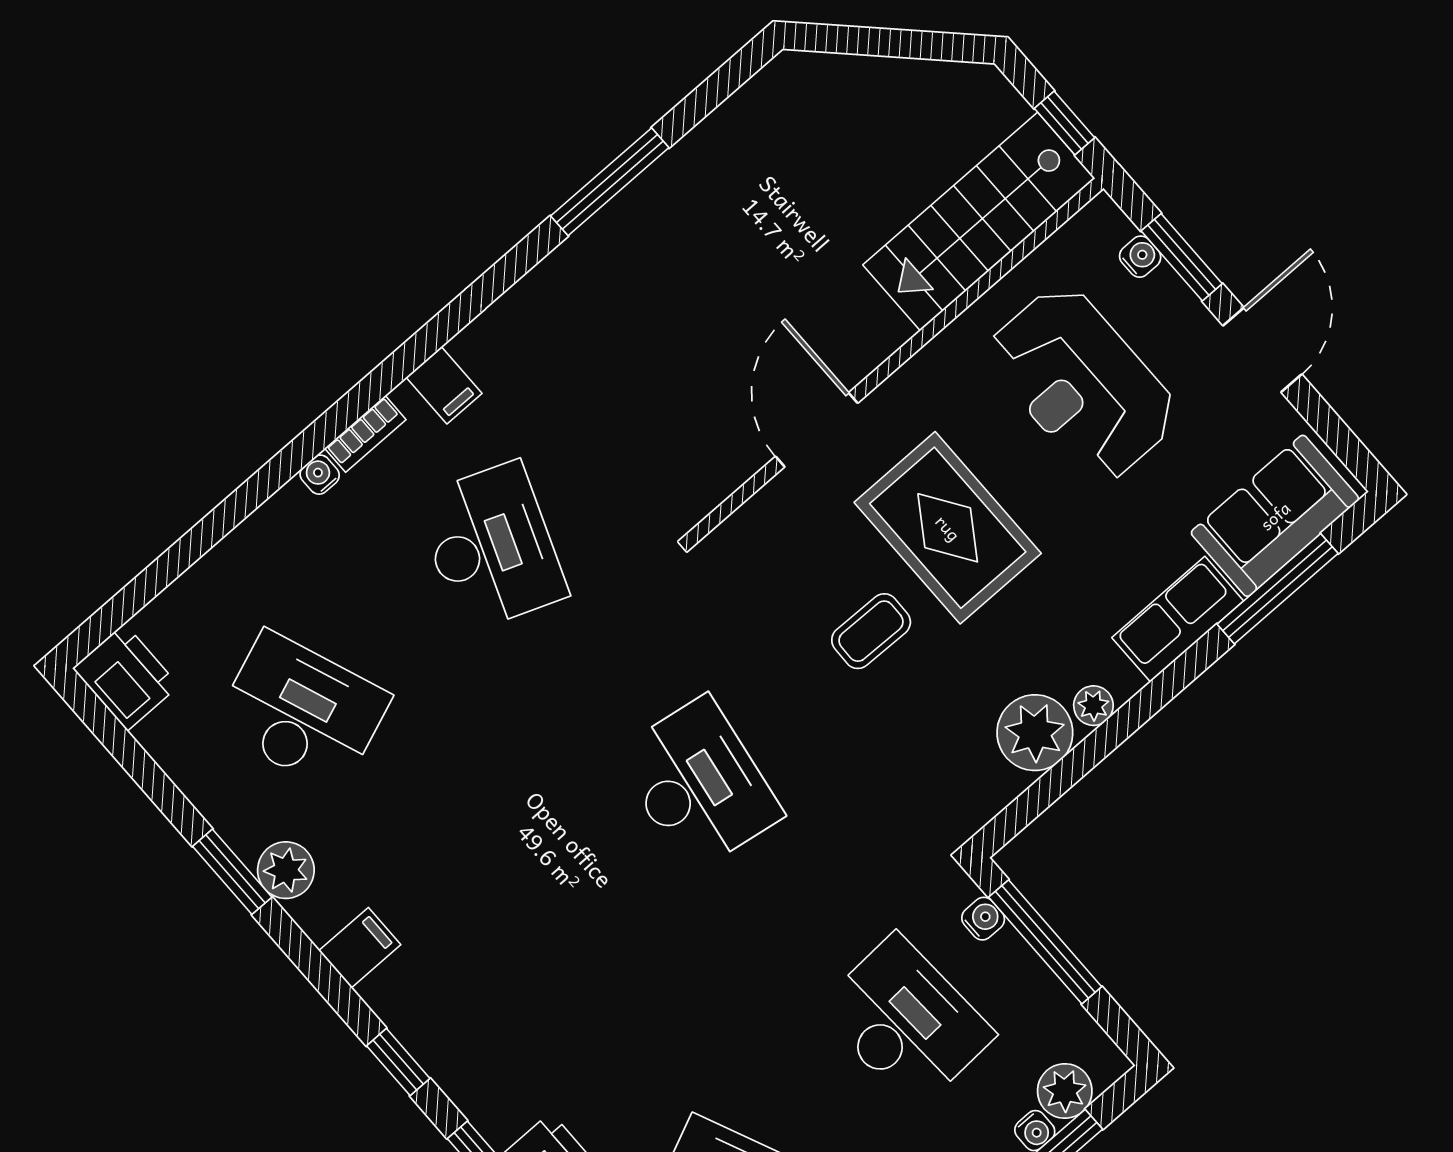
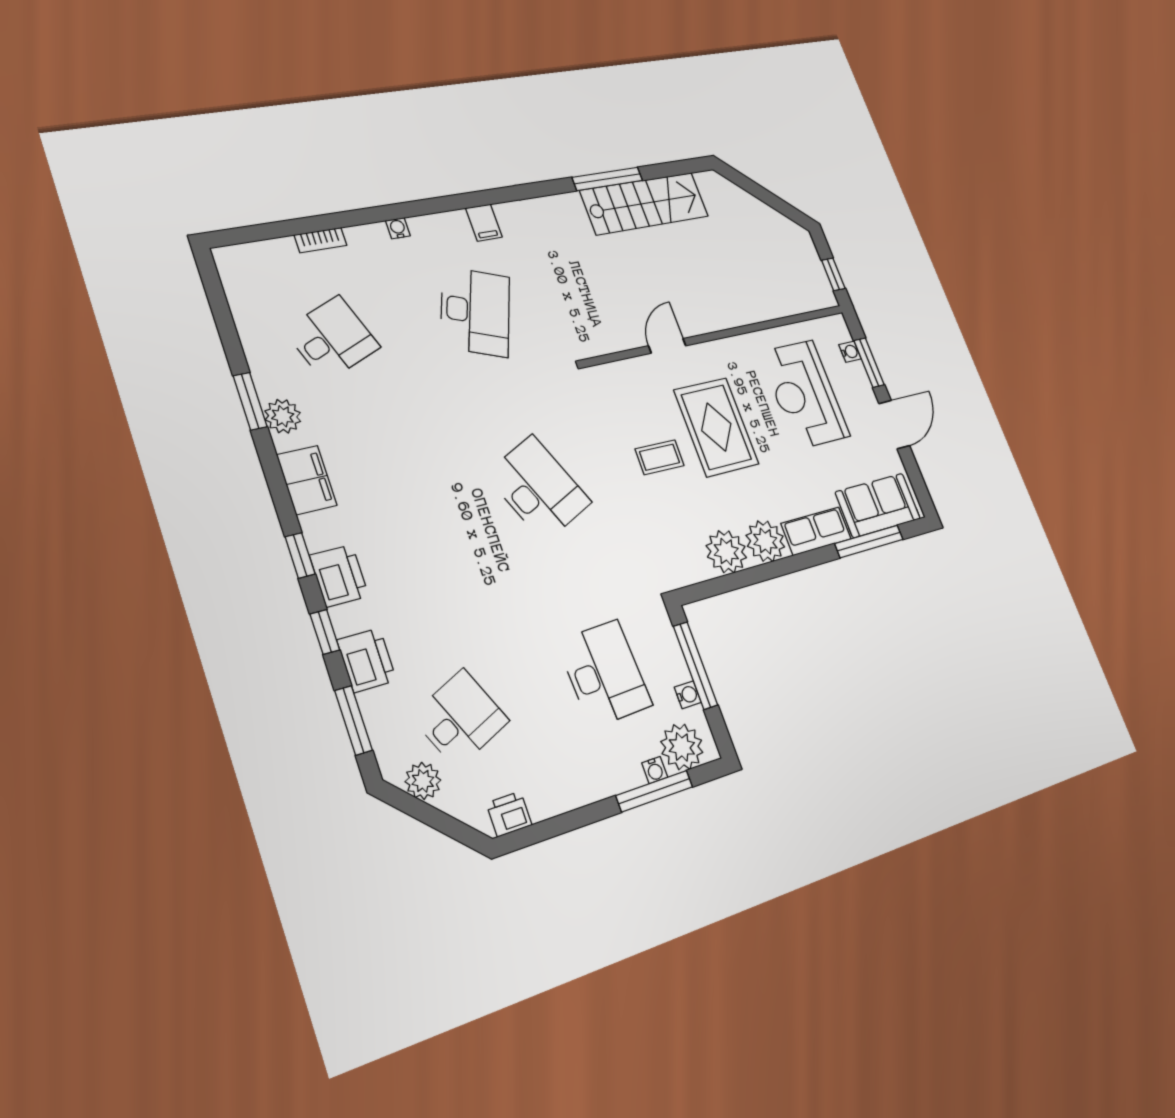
stairs: (979, 222) -> (645, 203), moved, turned 180
door: (817, 430) -> (667, 346), width x0.73
bookcase: (365, 434) -> (321, 240), moved
printer: (126, 677) -> (339, 576), moved
plant: (1093, 706) -> (765, 541), width x1.88, depth x1.88
desk: (302, 712) -> (332, 339), width x0.73
desk: (699, 784) -> (538, 488), turned -33
water cooler: (983, 919) -> (688, 695), moved
filing cabinet: (360, 948) -> (307, 480), width x2.00
plant: (1065, 1091) -> (682, 747), width x1.36, depth x1.36

